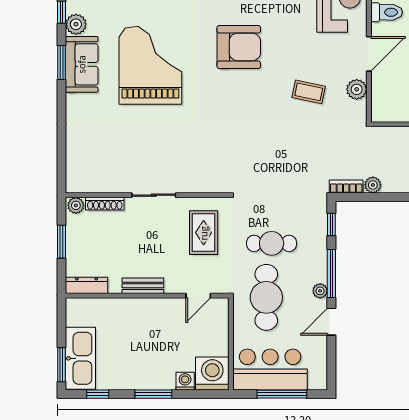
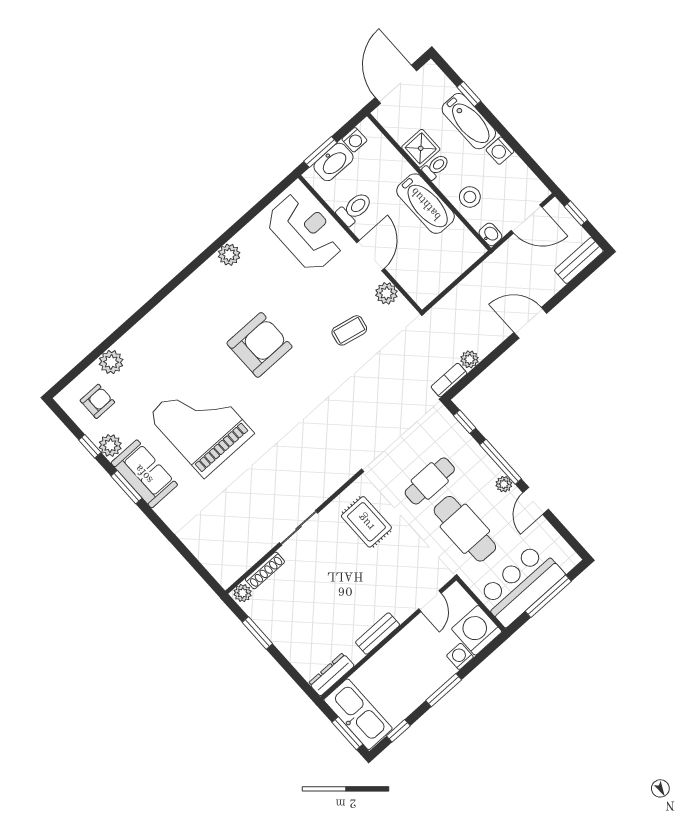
dresser: (87, 285) -> (331, 674), moved
bench: (143, 286) -> (378, 634), moved
wall: (147, 296) -> (388, 638), moved
door: (198, 296) -> (430, 601), moved

